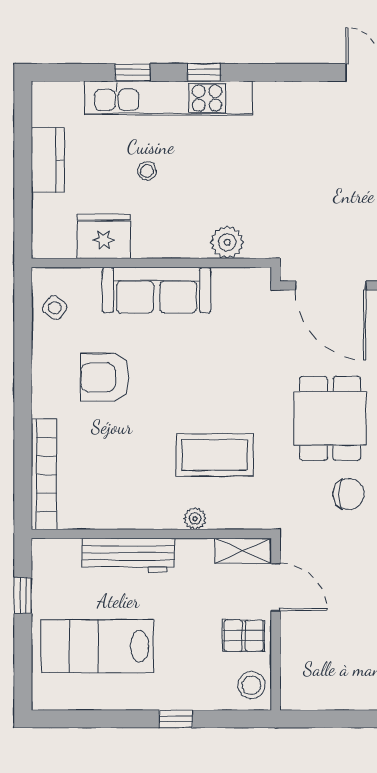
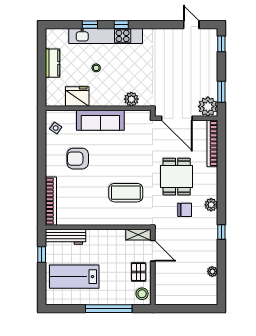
plant: (195, 519) -> (117, 221), removed
workbench: (128, 555) -> (66, 237), moved
pallet: (244, 636) -> (139, 272), turned 90
window: (176, 719) -> (109, 309), width x3.17

